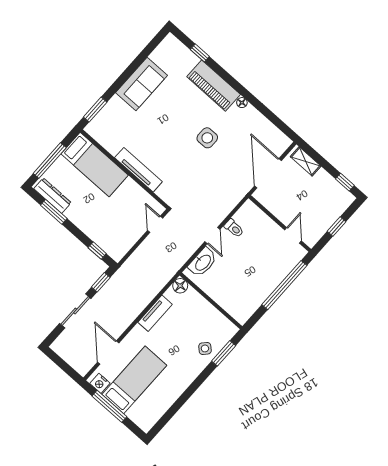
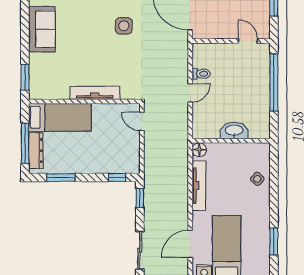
dresser: (53, 196) -> (36, 151), moved, turned 90
door: (212, 236) -> (190, 93), hinge flipped
washbasin: (203, 262) -> (234, 131), moved, turned -90
sliding door: (75, 311) -> (140, 250), moved
tv unit: (155, 313) -> (199, 186), width x1.41
door: (108, 352) -> (190, 244), hinge flipped
window: (224, 353) -> (274, 241), moved

